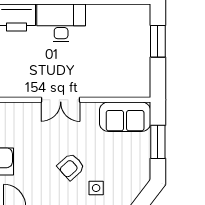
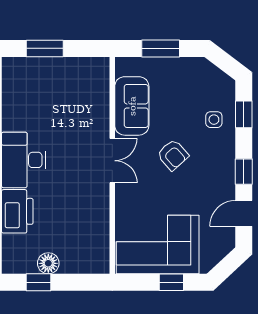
sofa: (125, 117) -> (132, 106), moved
armchair: (71, 167) -> (173, 155), moved

